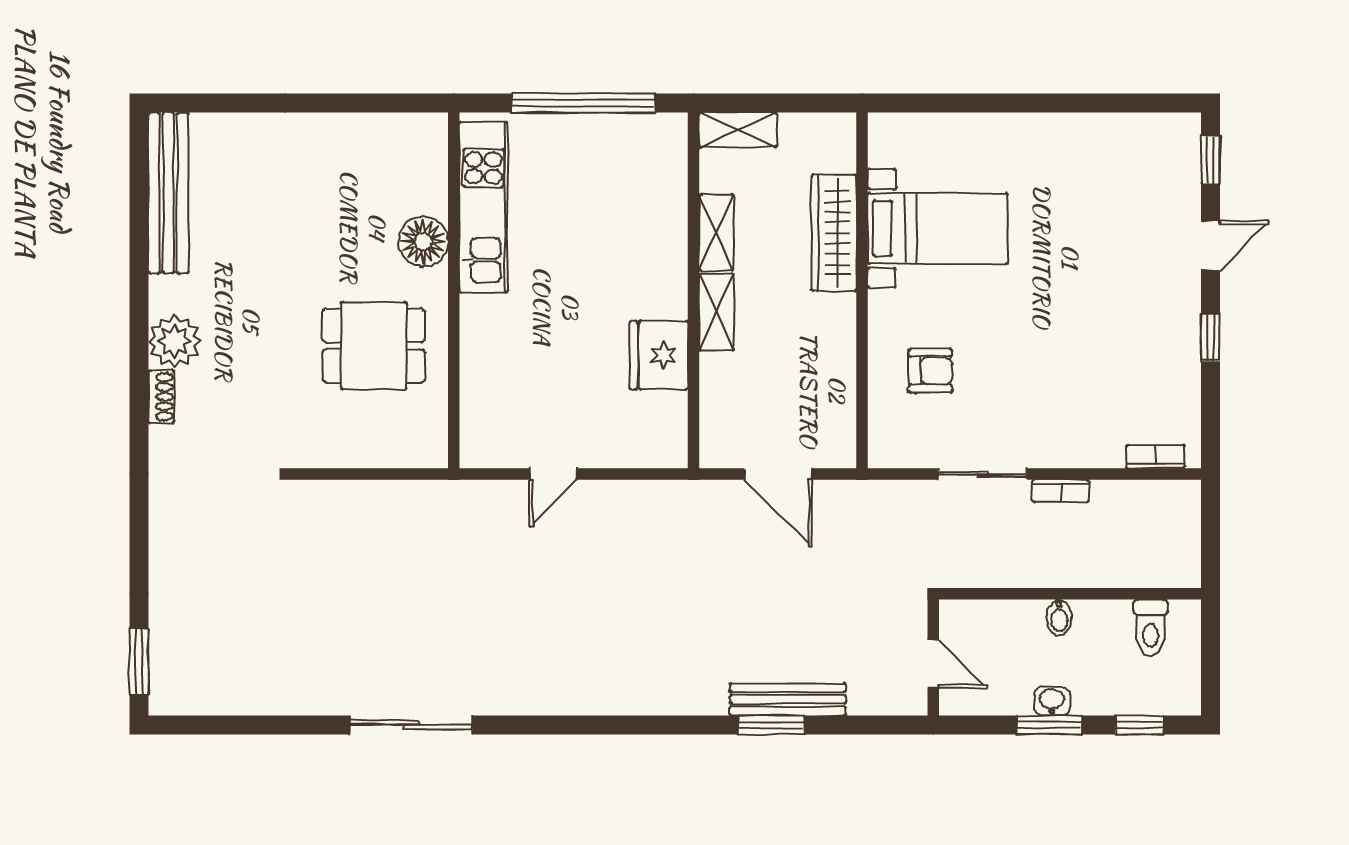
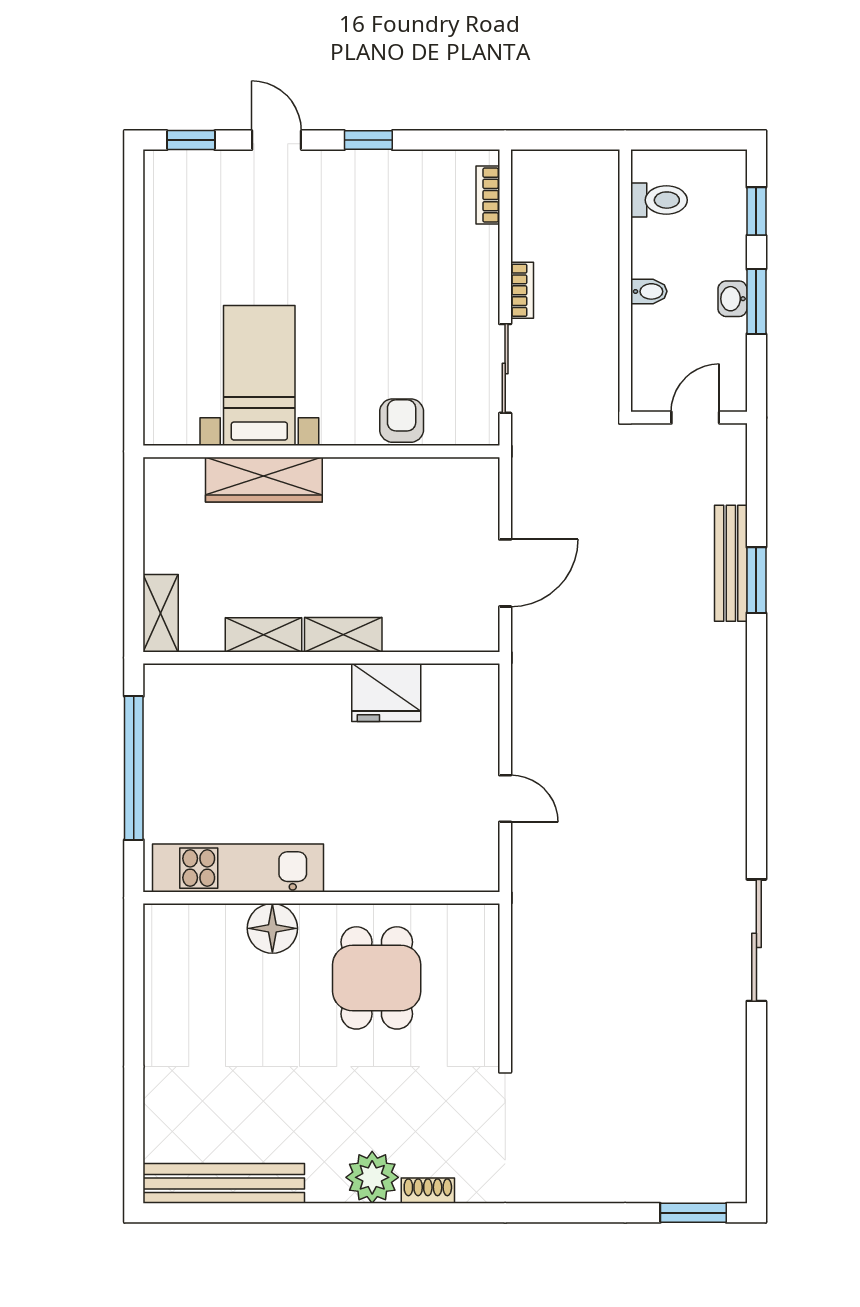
bed with nightstands: (938, 228) -> (259, 376), moved
wardrobe: (834, 233) -> (264, 480), moved
wall: (862, 290) -> (321, 451), moved

